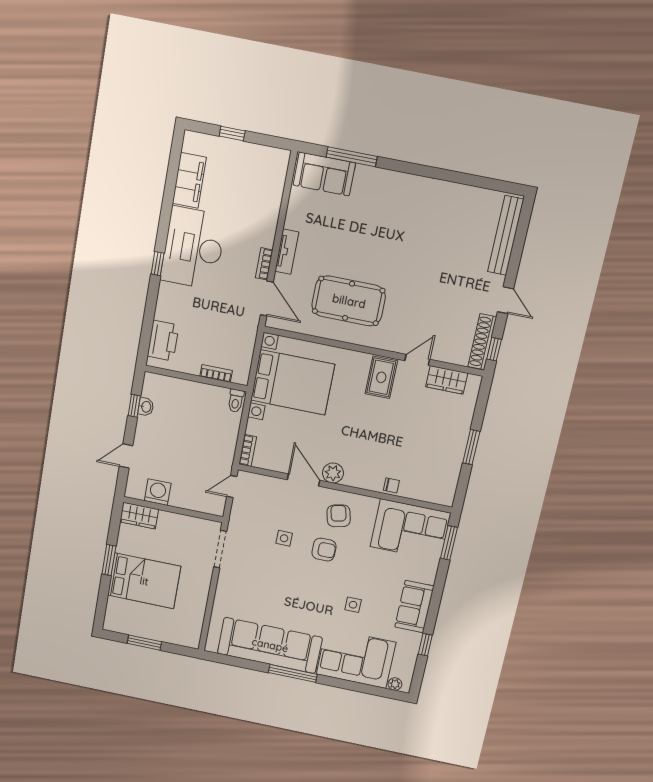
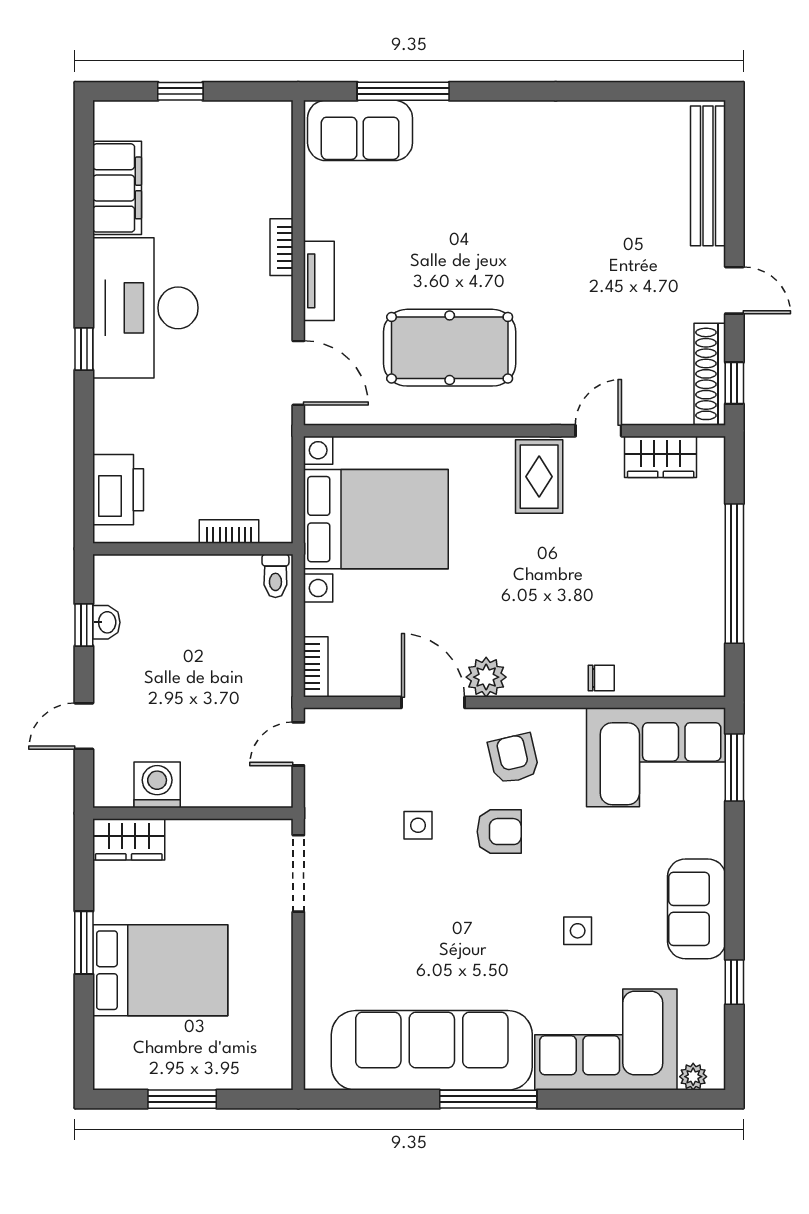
bookcase: (264, 264) -> (282, 247), moved
window: (471, 447) -> (734, 574), width x2.11

